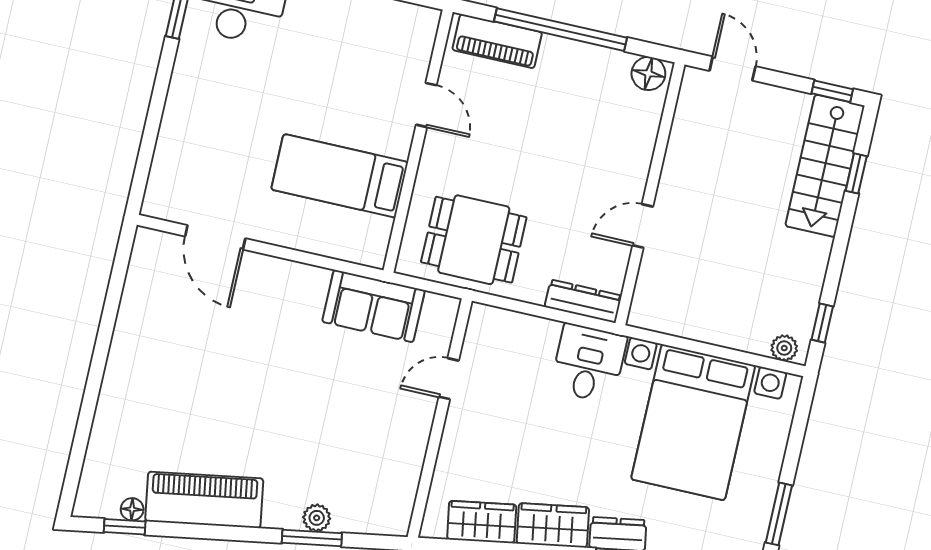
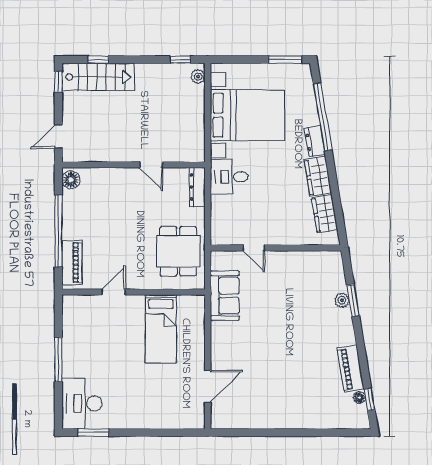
piano: (204, 500) -> (350, 369), width x0.73, depth x0.75

